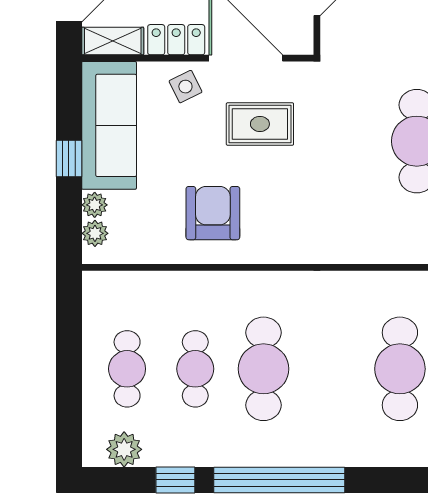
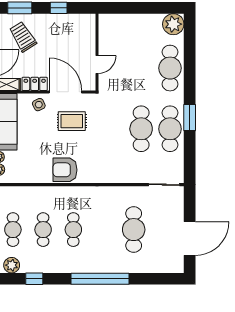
armchair: (213, 213) -> (65, 170), moved, turned -90
cafe table: (263, 369) -> (73, 230), width x0.73, depth x0.74
window: (279, 480) -> (100, 279), moved

